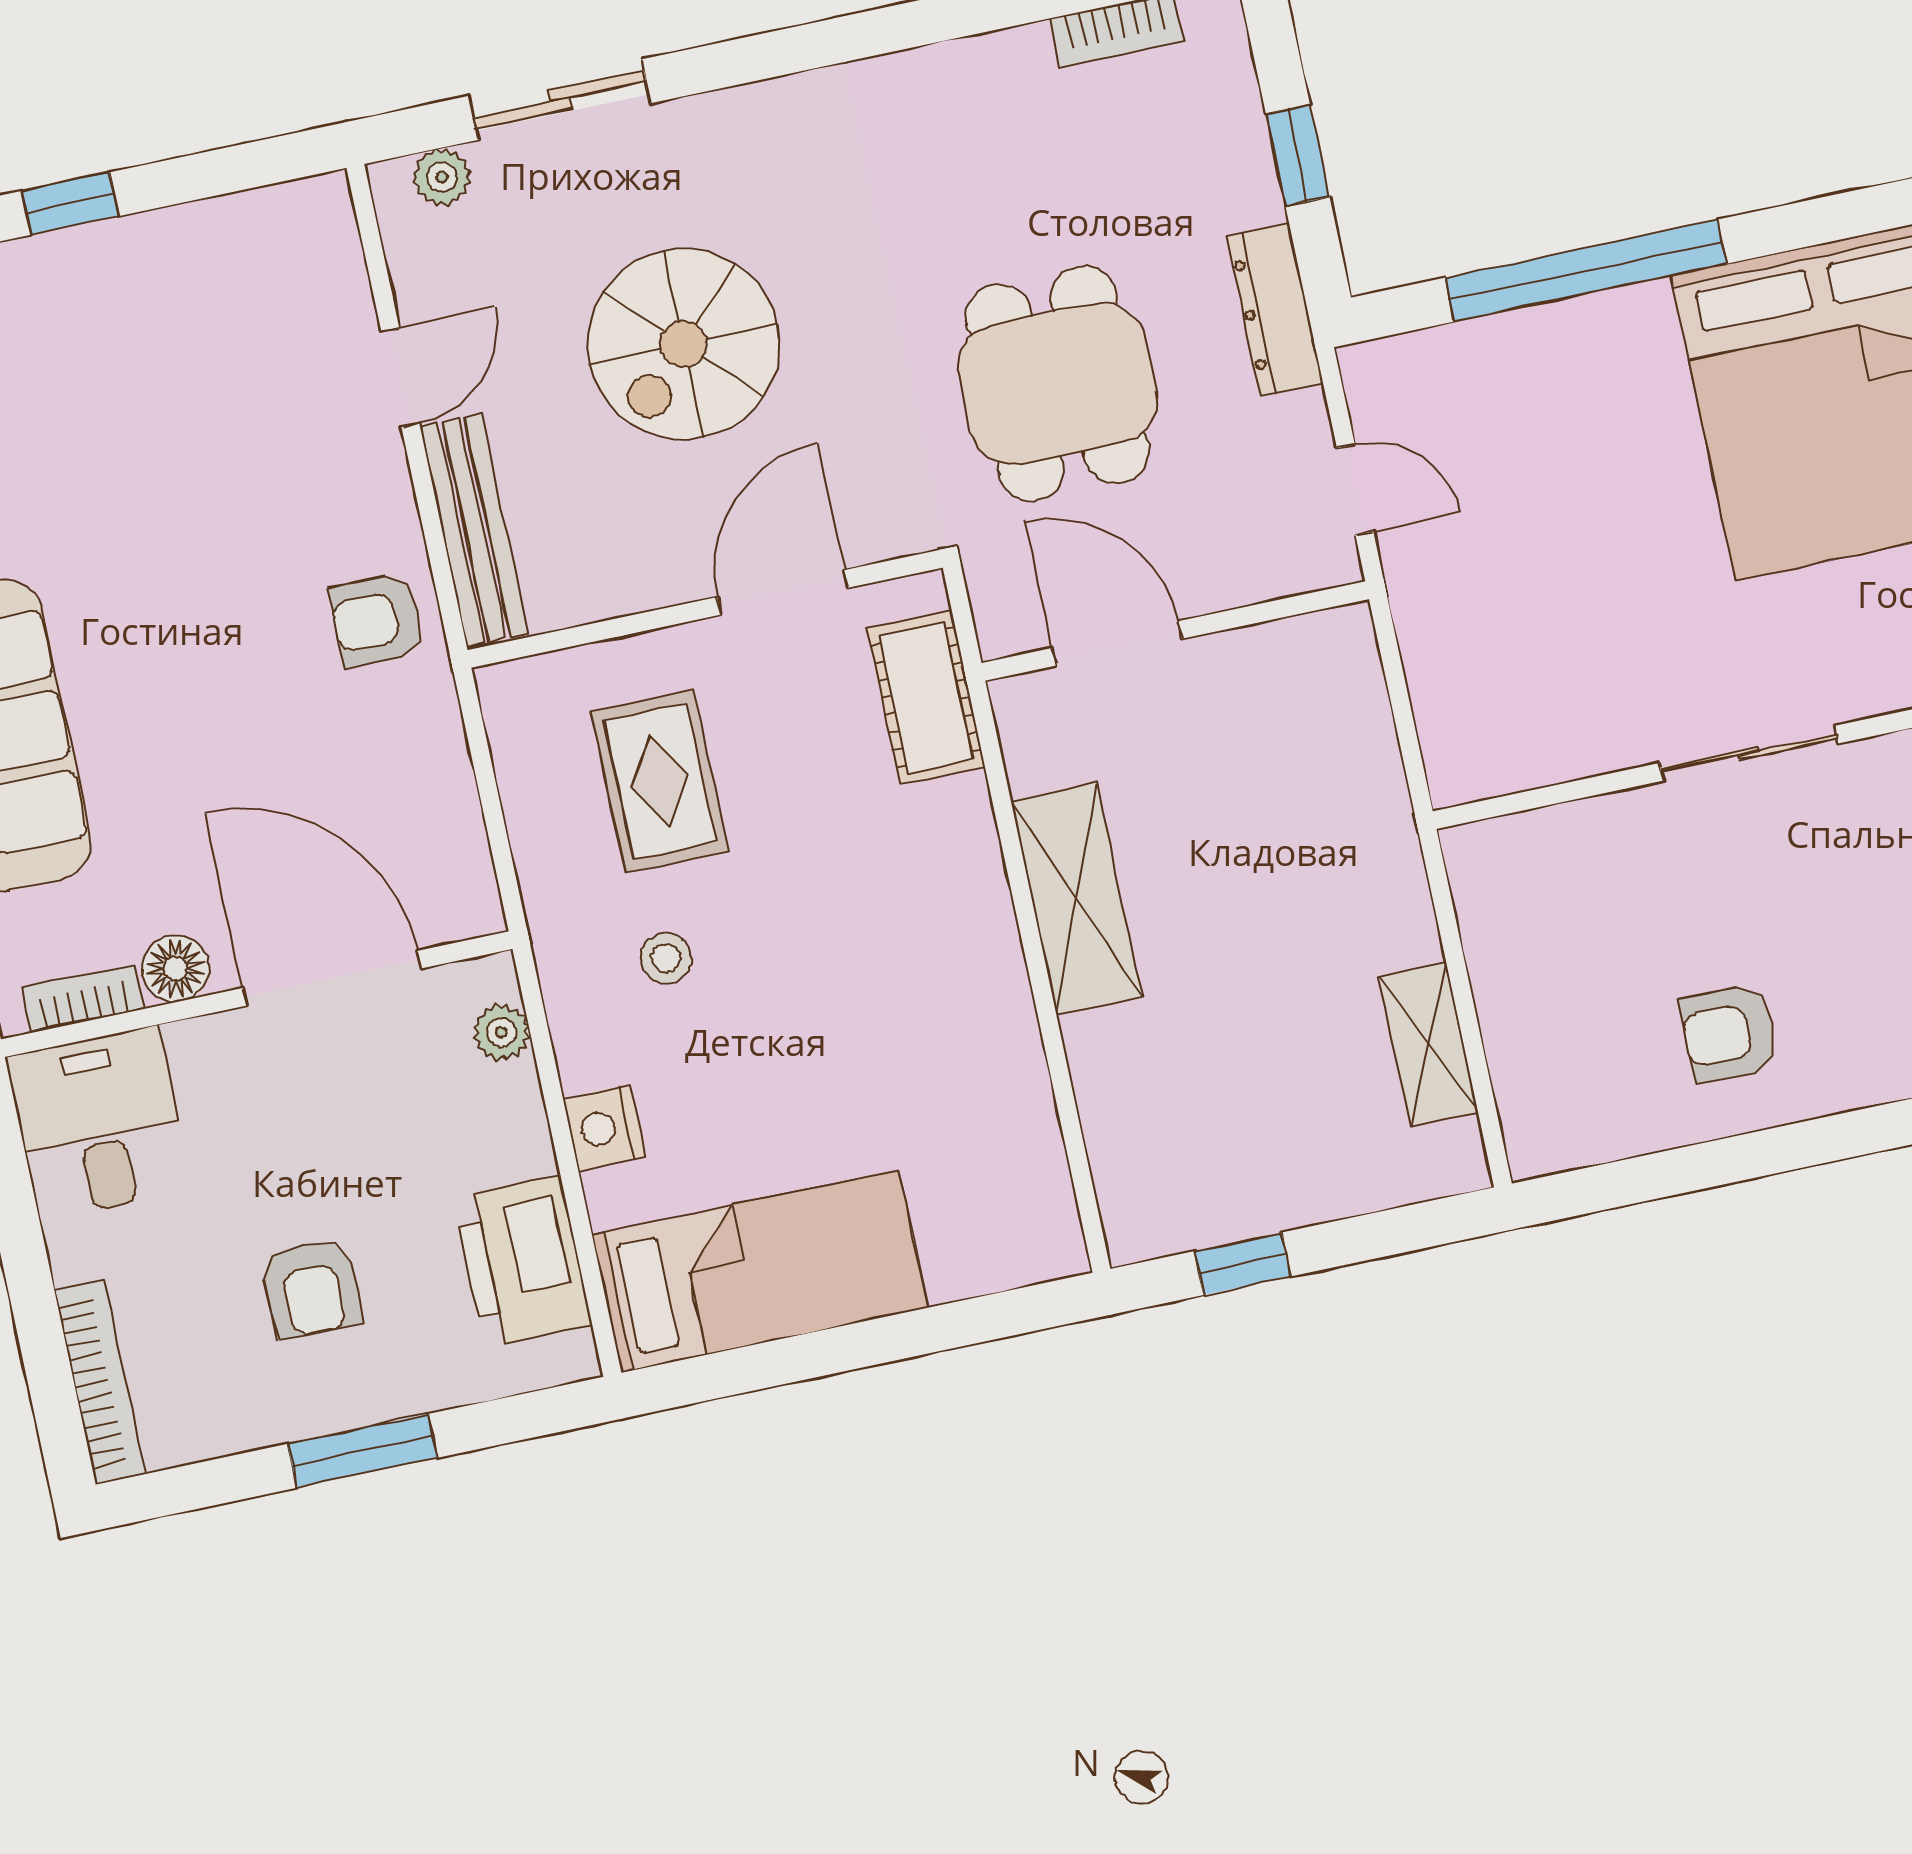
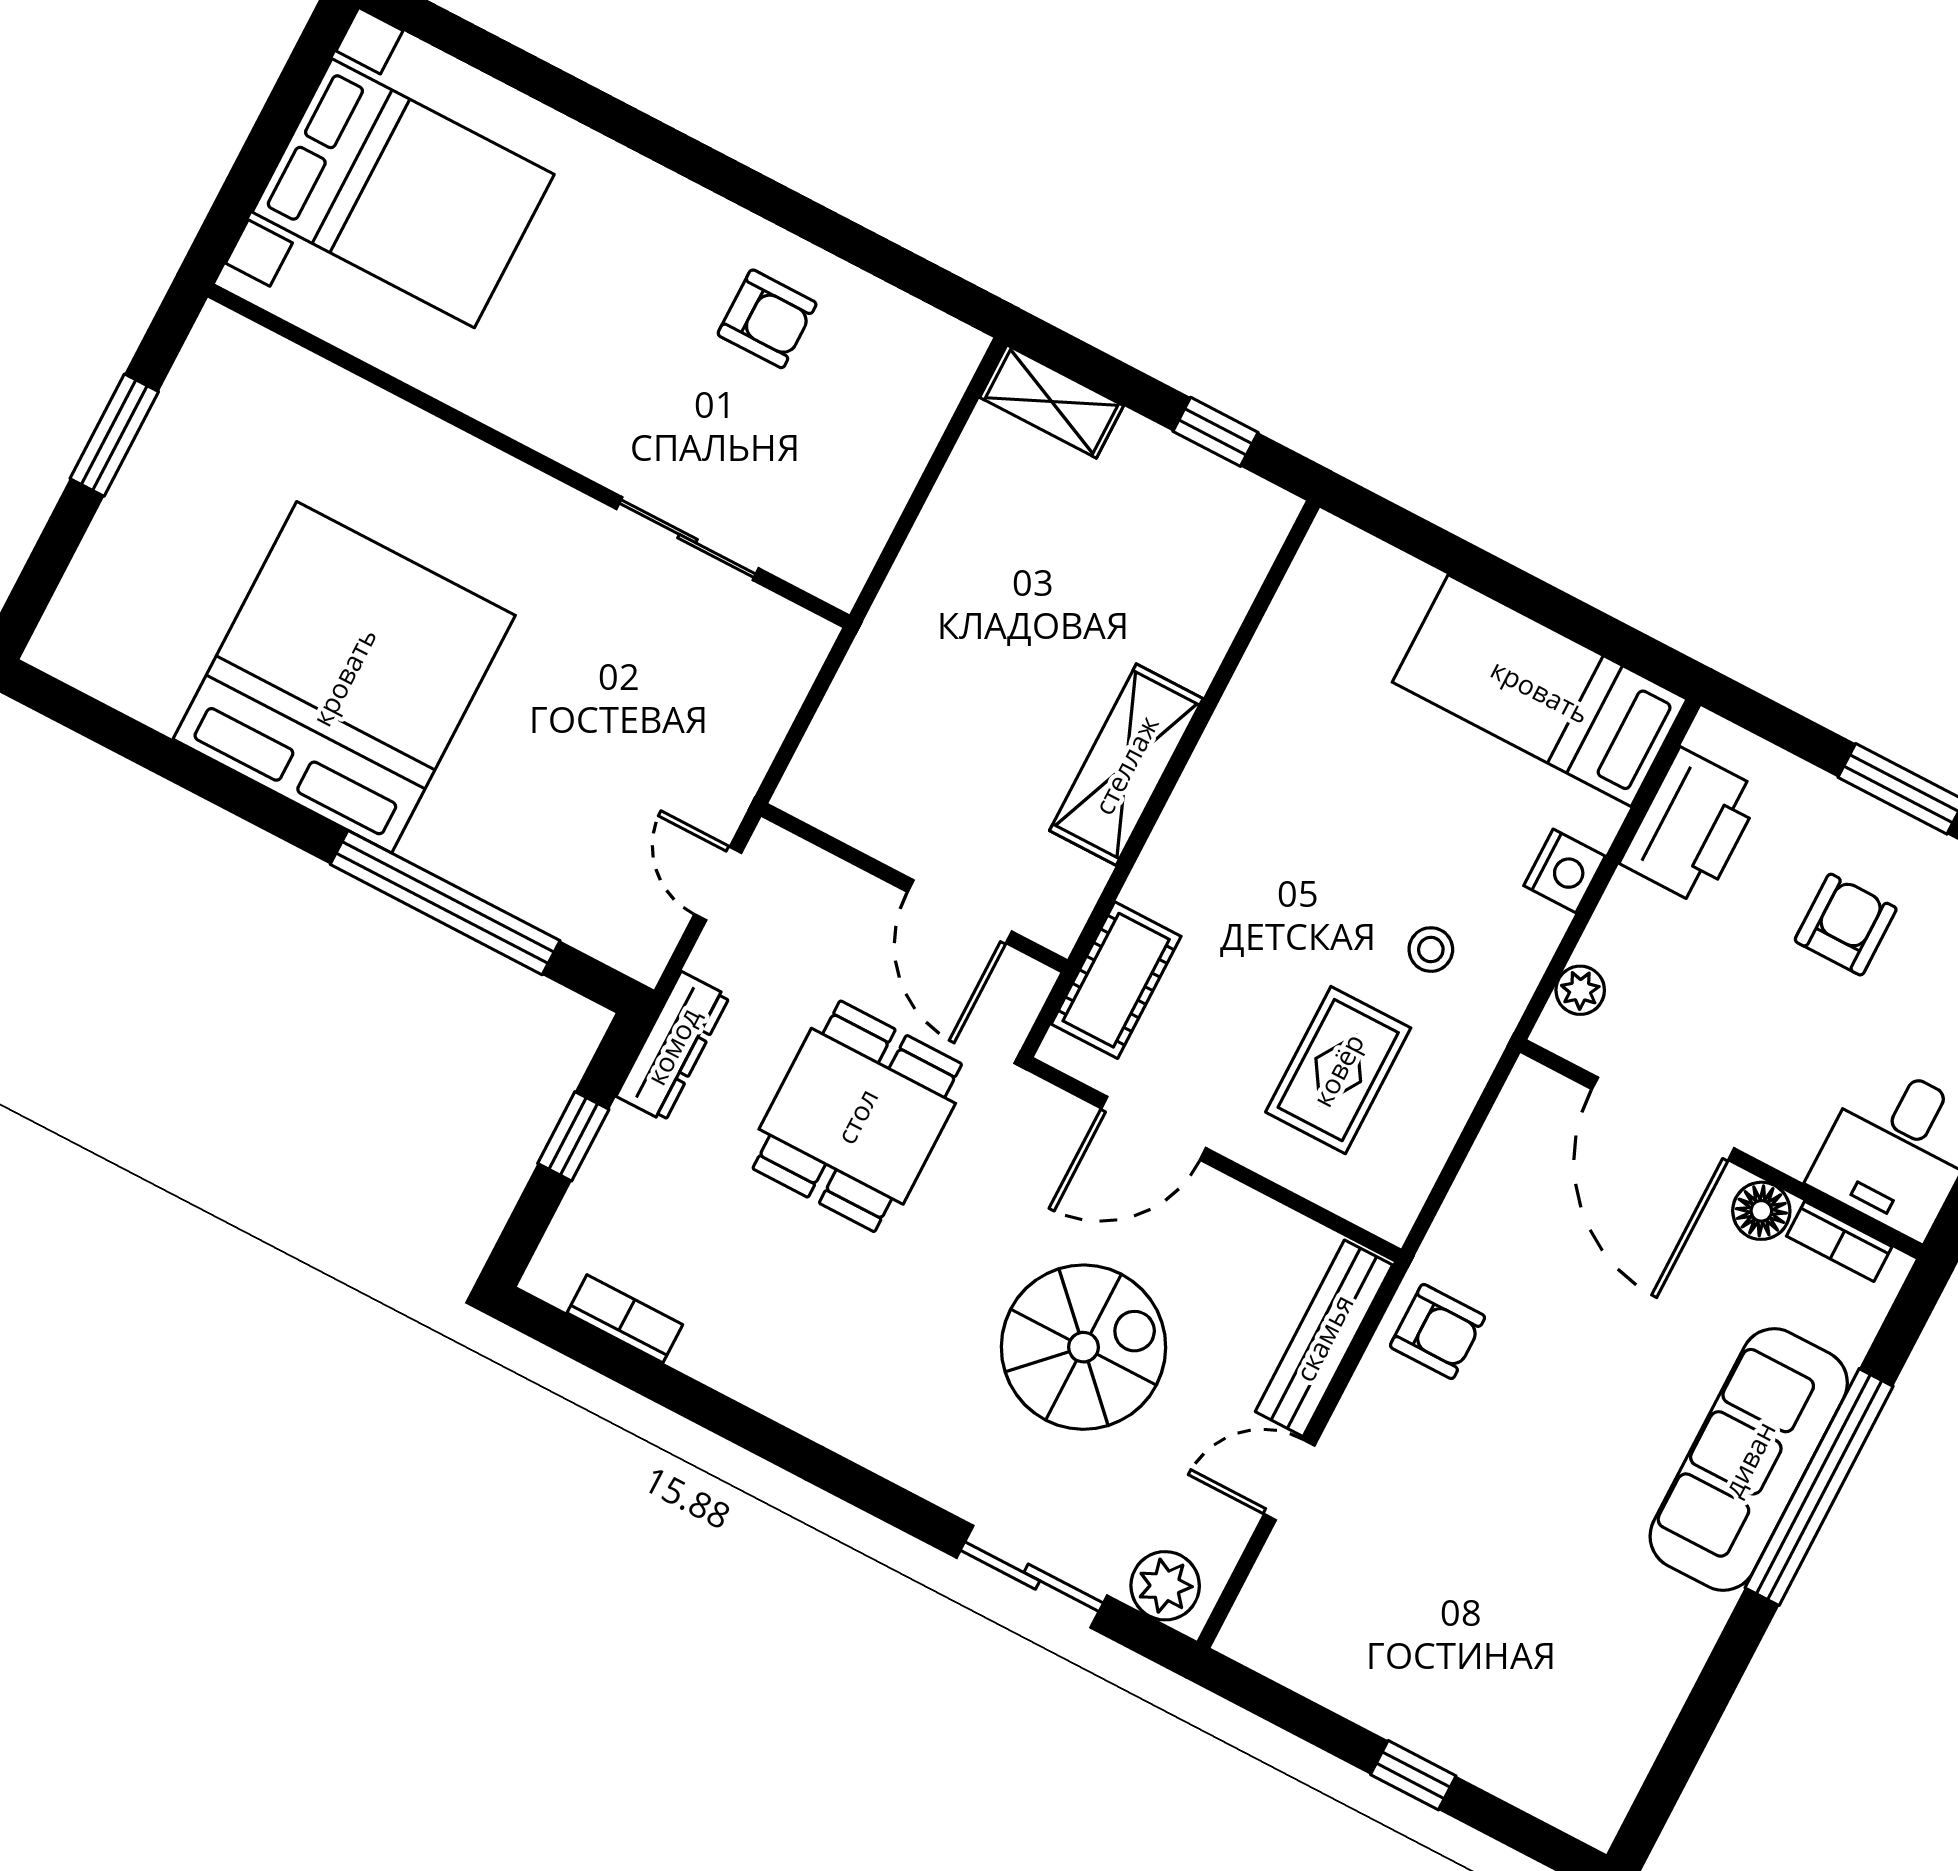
plant: (442, 177) -> (1165, 1586), width x1.38, depth x1.38
sliding door: (1749, 753) -> (687, 539), moved
shelving: (1429, 1045) -> (1052, 402), moved, turned 90

